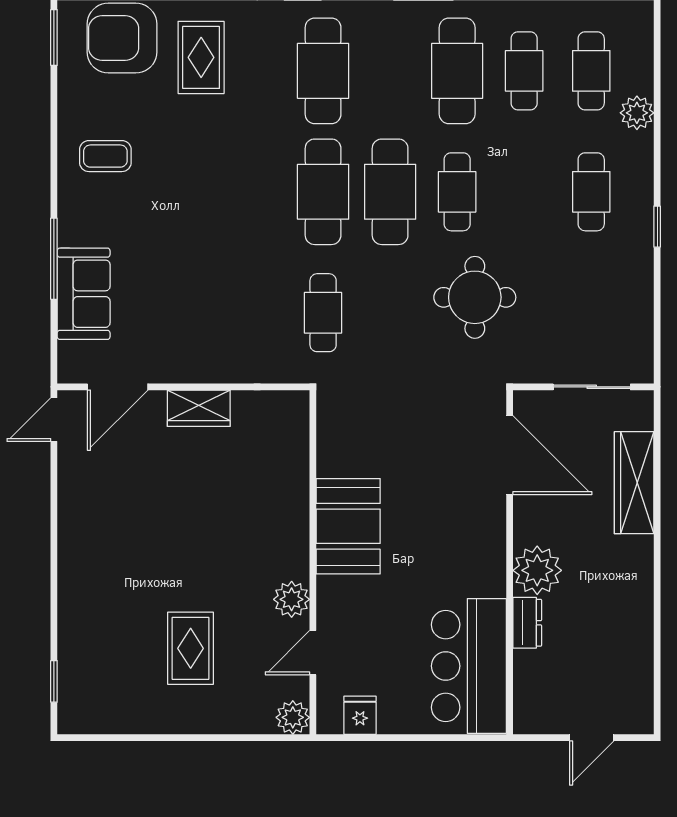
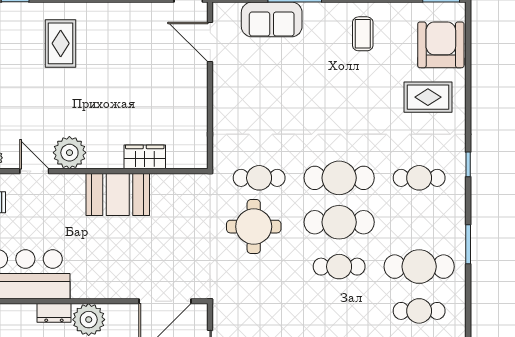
cafe table: (323, 71) -> (419, 178), width x0.73, depth x0.74
round table: (475, 297) -> (254, 227), moved
wardrobe: (199, 408) -> (145, 157), moved, turned 90
plant: (292, 599) -> (69, 153), width x1.36, depth x1.36
rug: (191, 648) -> (61, 43), moved, turned 90

